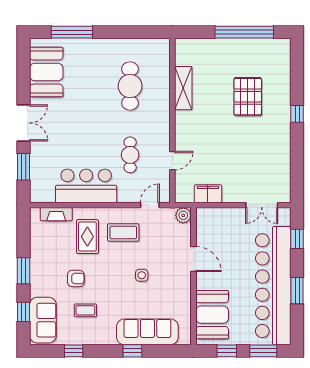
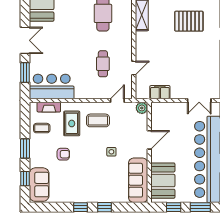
pallet: (248, 97) -> (189, 21), turned 90
bar counter: (86, 186) -> (52, 86), moved
door: (194, 259) -> (149, 140), hinge flipped
coffee table: (85, 310) -> (42, 128), moved
sofa: (147, 332) -> (138, 180), moved, turned -90
window: (74, 351) -> (81, 207), moved

